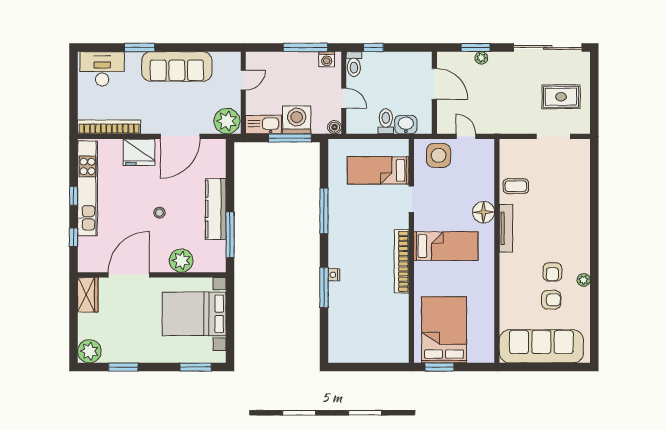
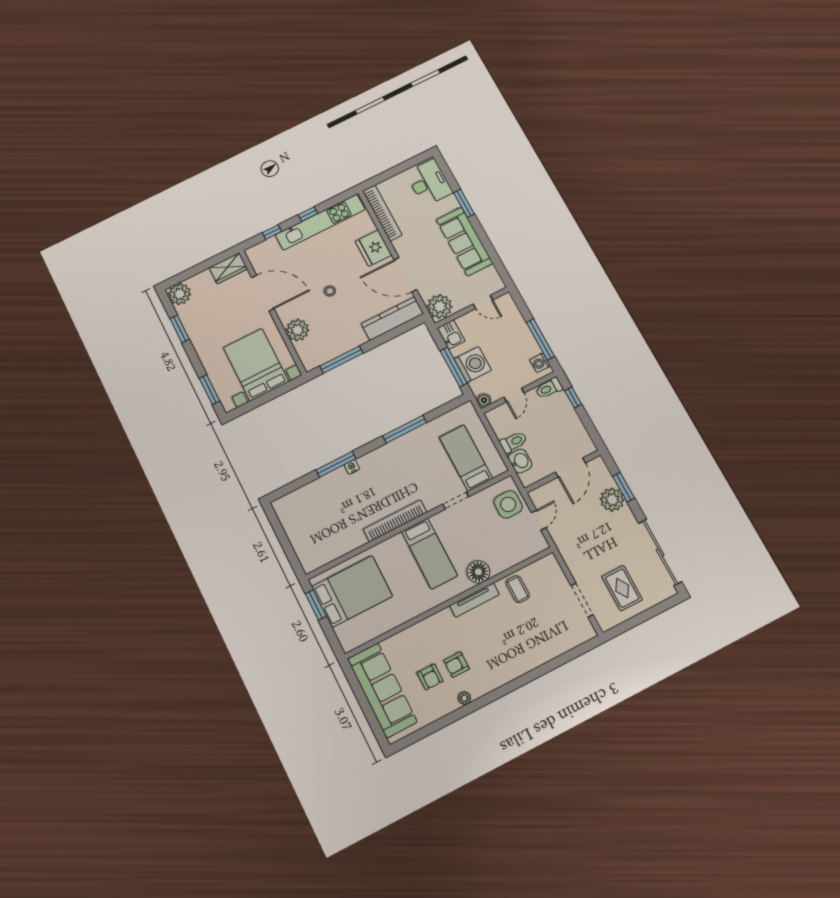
plant: (481, 58) -> (612, 500), width x1.88, depth x1.88
kitchen sink: (263, 125) -> (451, 335), width x0.73
kitchen counter: (216, 209) -> (392, 319), moved

